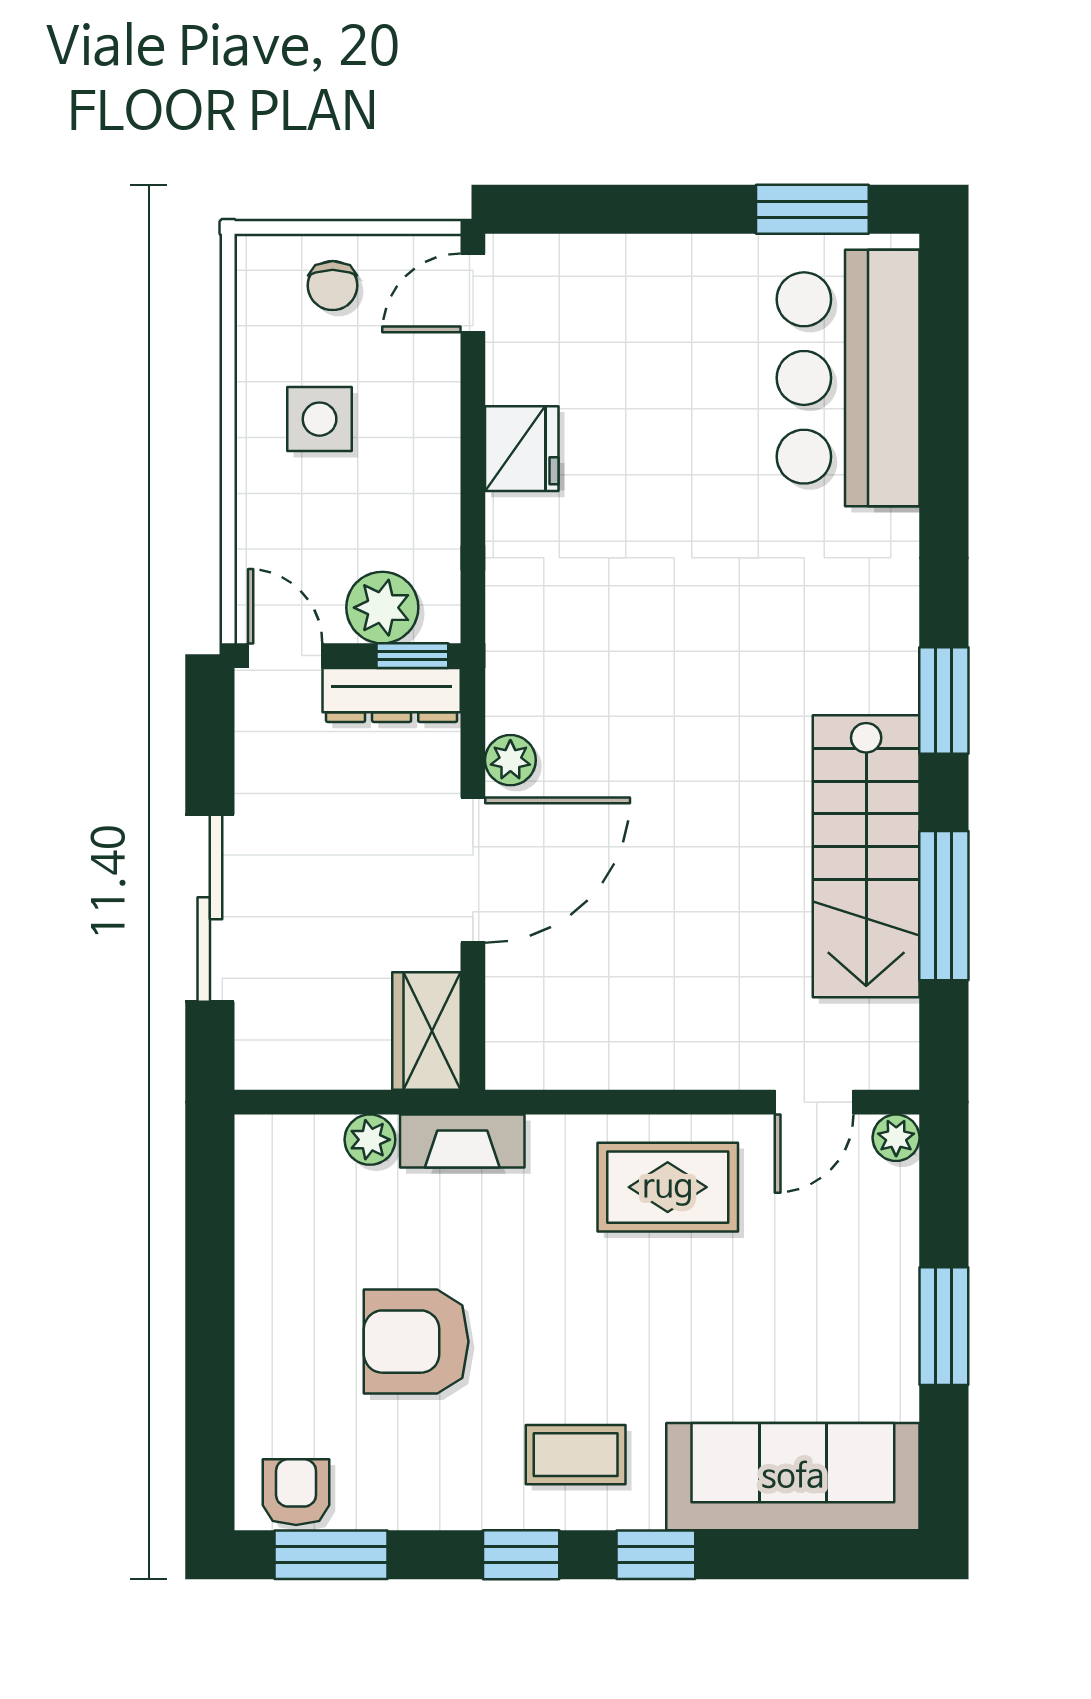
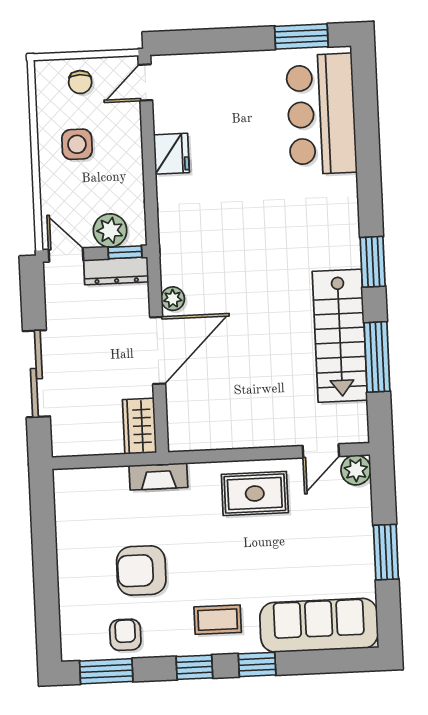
plant: (896, 1138) -> (356, 470), width x1.38, depth x1.38
plant: (370, 1140) -> (116, 478), removed
armchair: (296, 1492) -> (125, 635), moved

